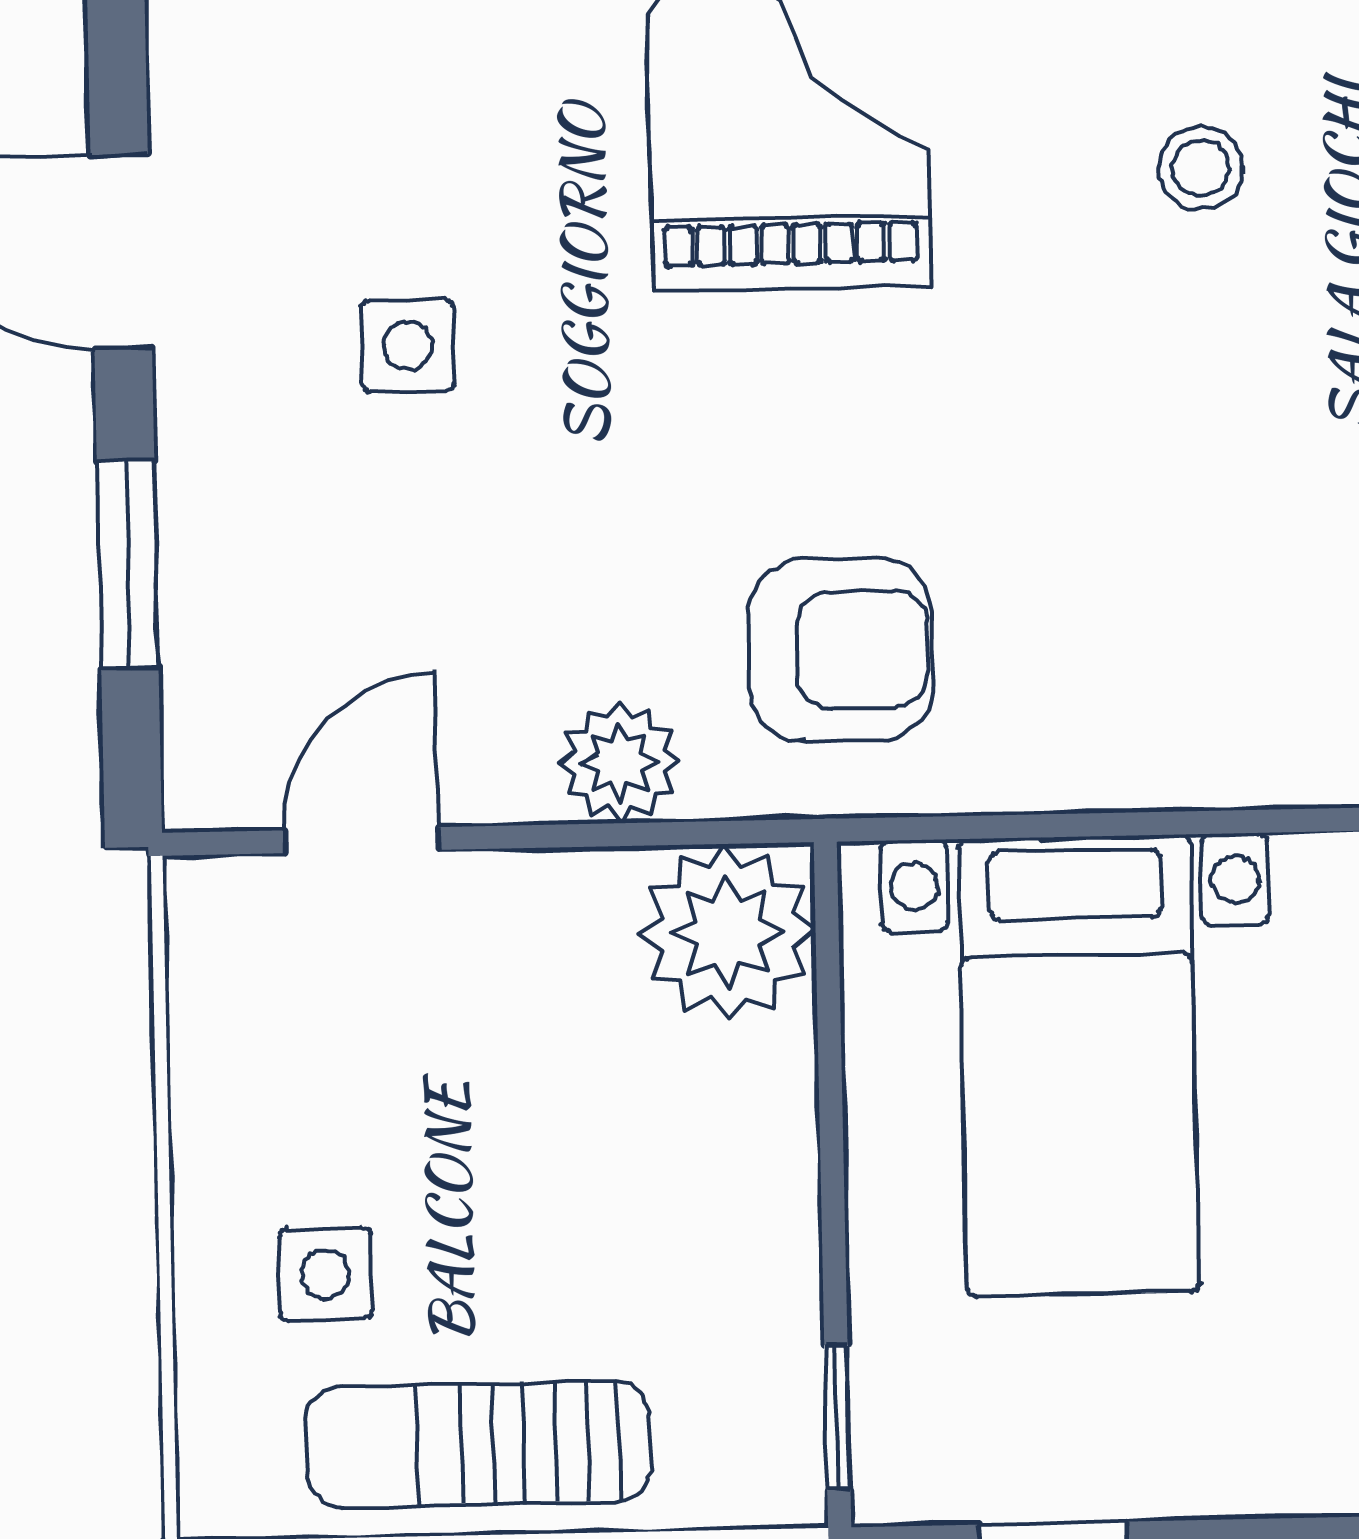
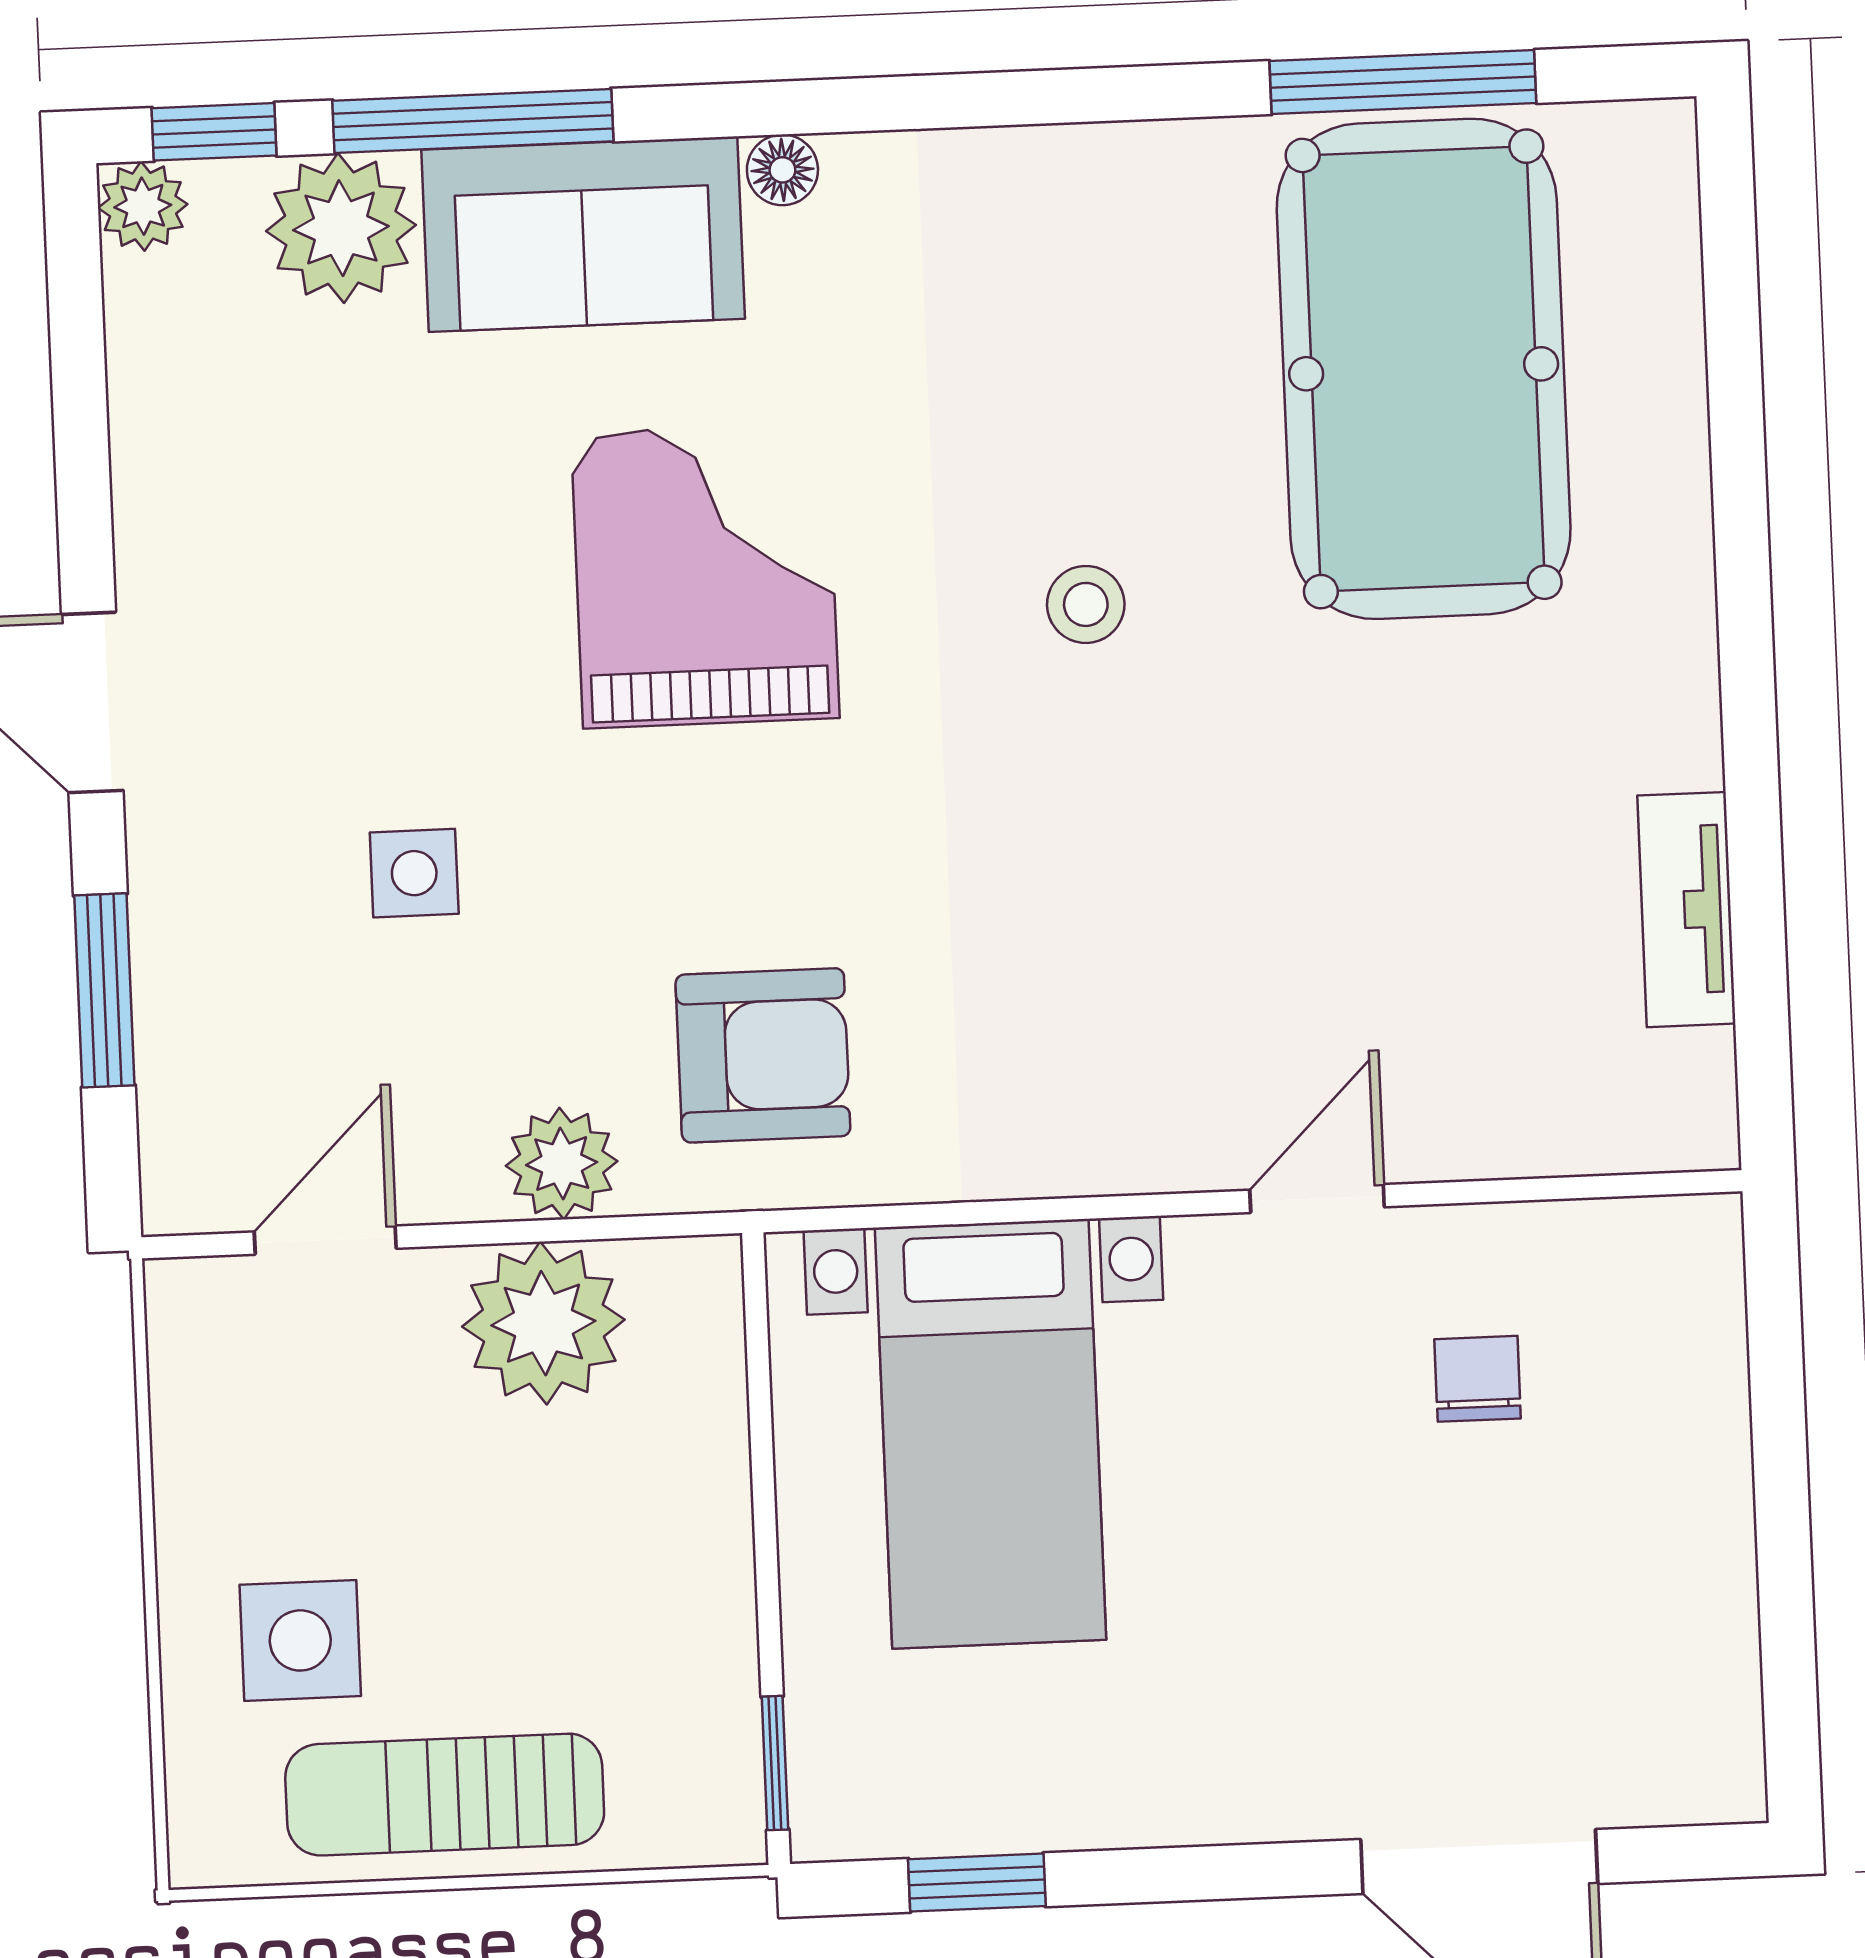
side table: (408, 346) -> (414, 873), moved
plant: (727, 932) -> (543, 1323), moved
side table: (325, 1274) -> (300, 1640), width x1.37, depth x1.37

